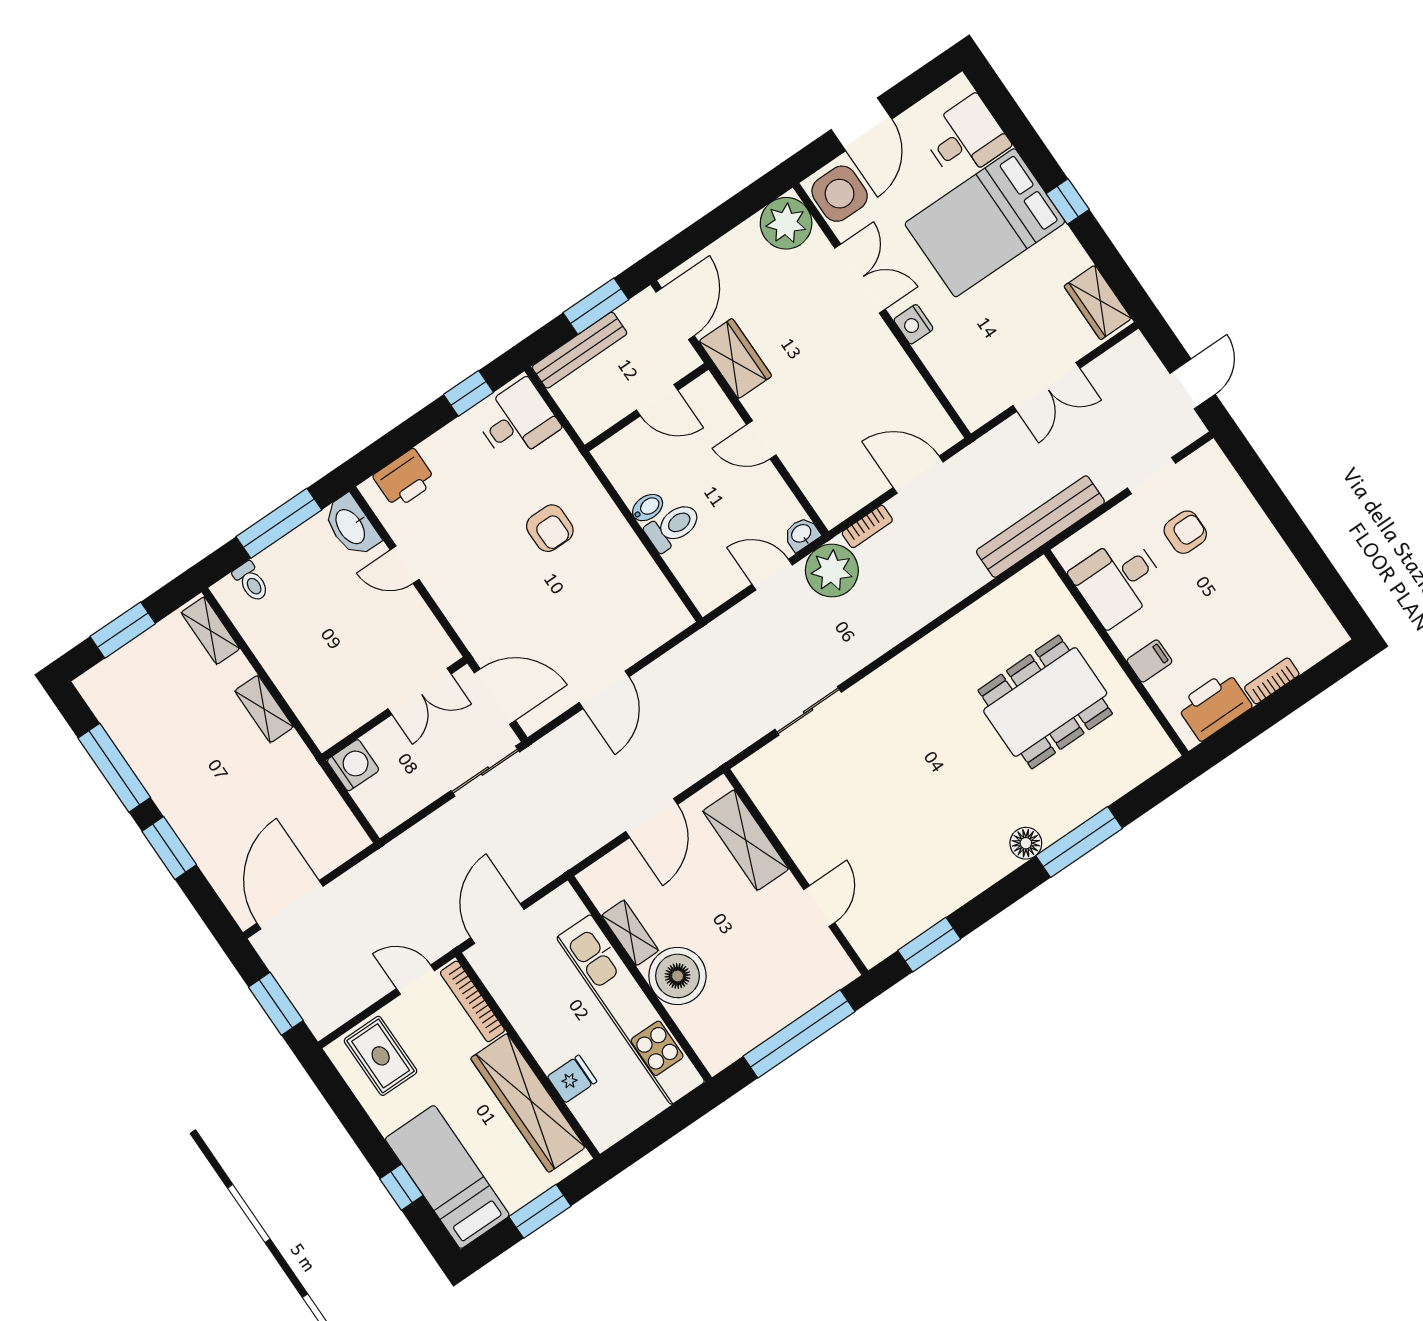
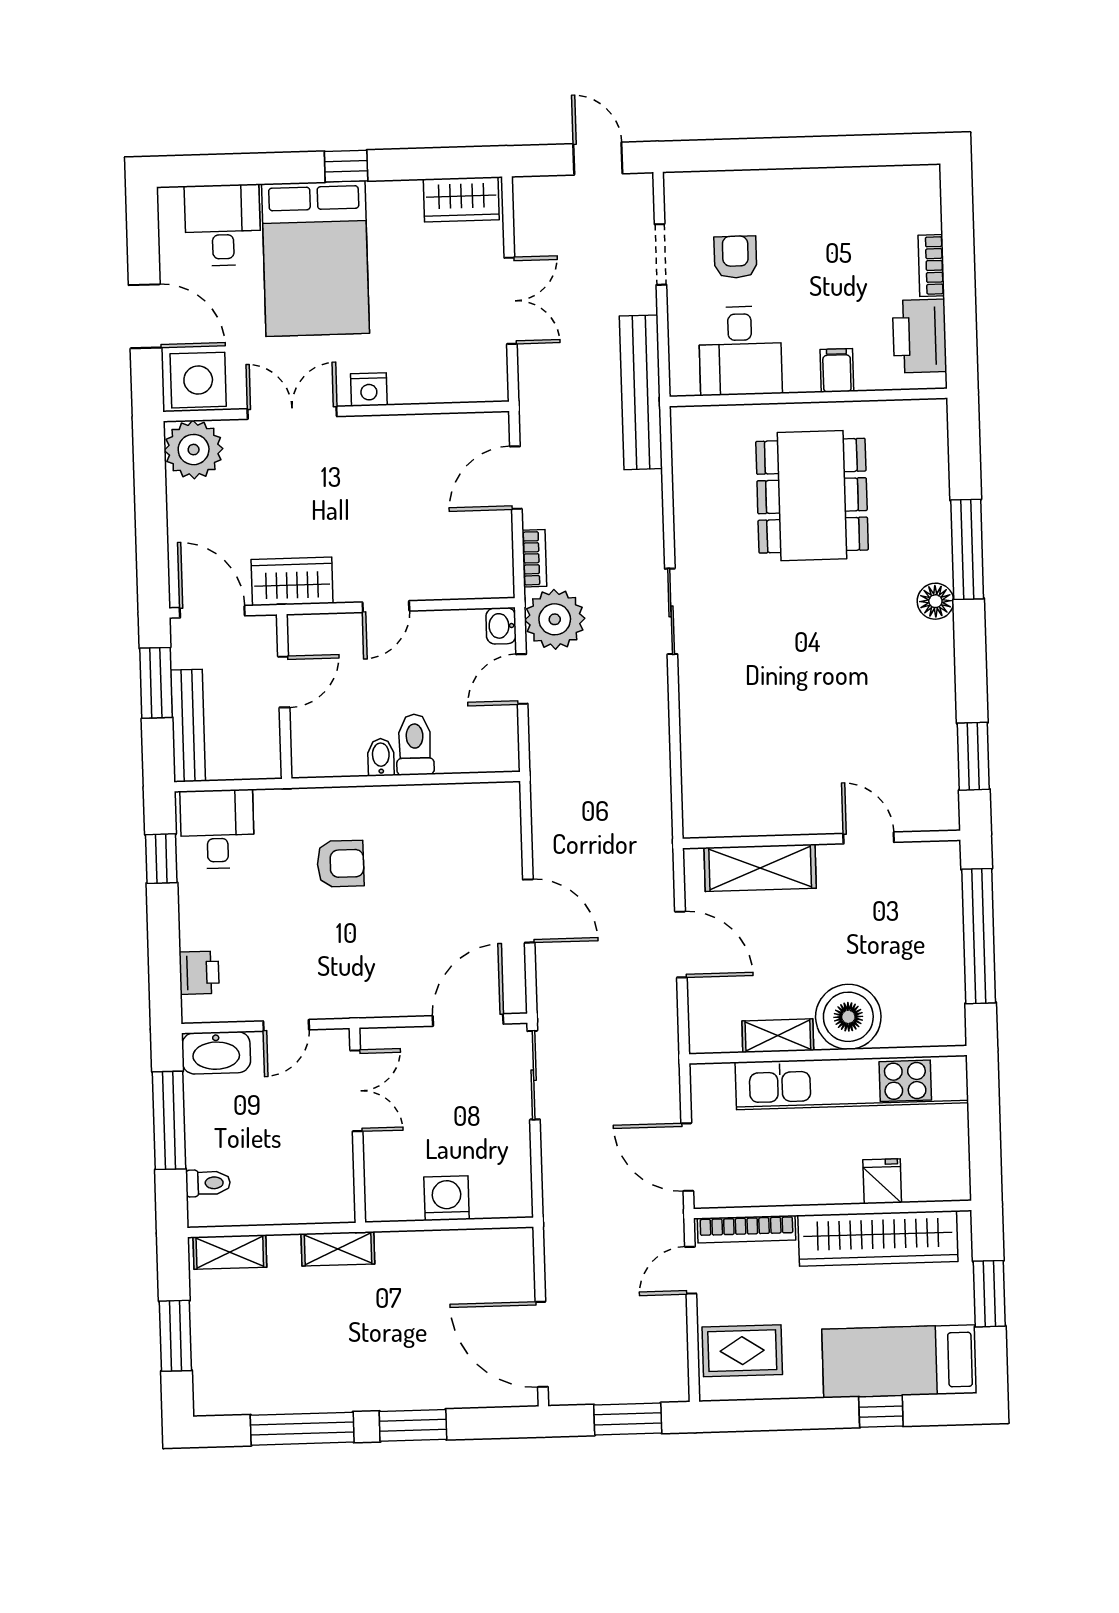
printer: (405, 479) -> (199, 973), width x0.73, depth x0.81
double door: (420, 691) -> (356, 1091), moved
wall: (395, 709) -> (357, 1125), moved
sliding door: (808, 711) -> (671, 611), moved

